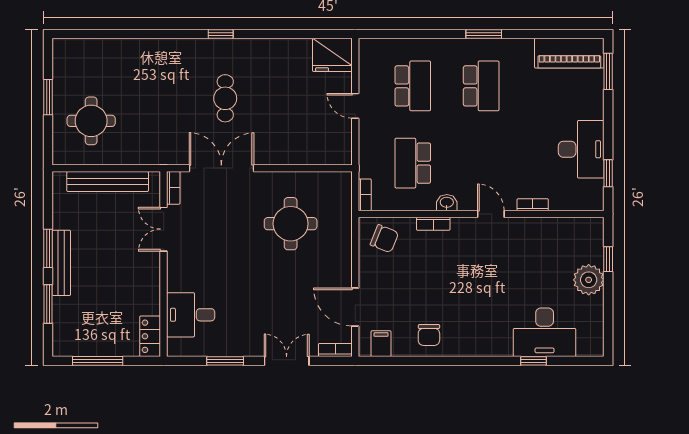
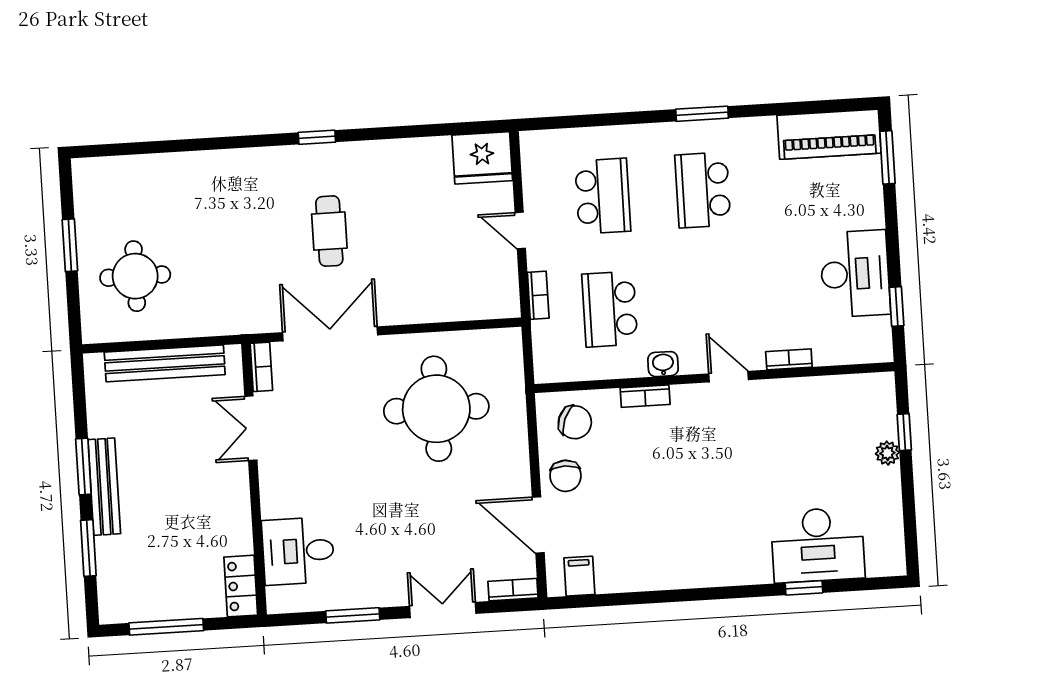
school desk: (481, 86) -> (703, 190), turned 180
bookcase: (365, 195) -> (538, 295), moved
round table: (291, 224) -> (436, 409), width x1.36, depth x1.36
plant: (589, 280) -> (887, 453), width x0.53, depth x0.53
chair: (429, 335) -> (565, 476), moved

